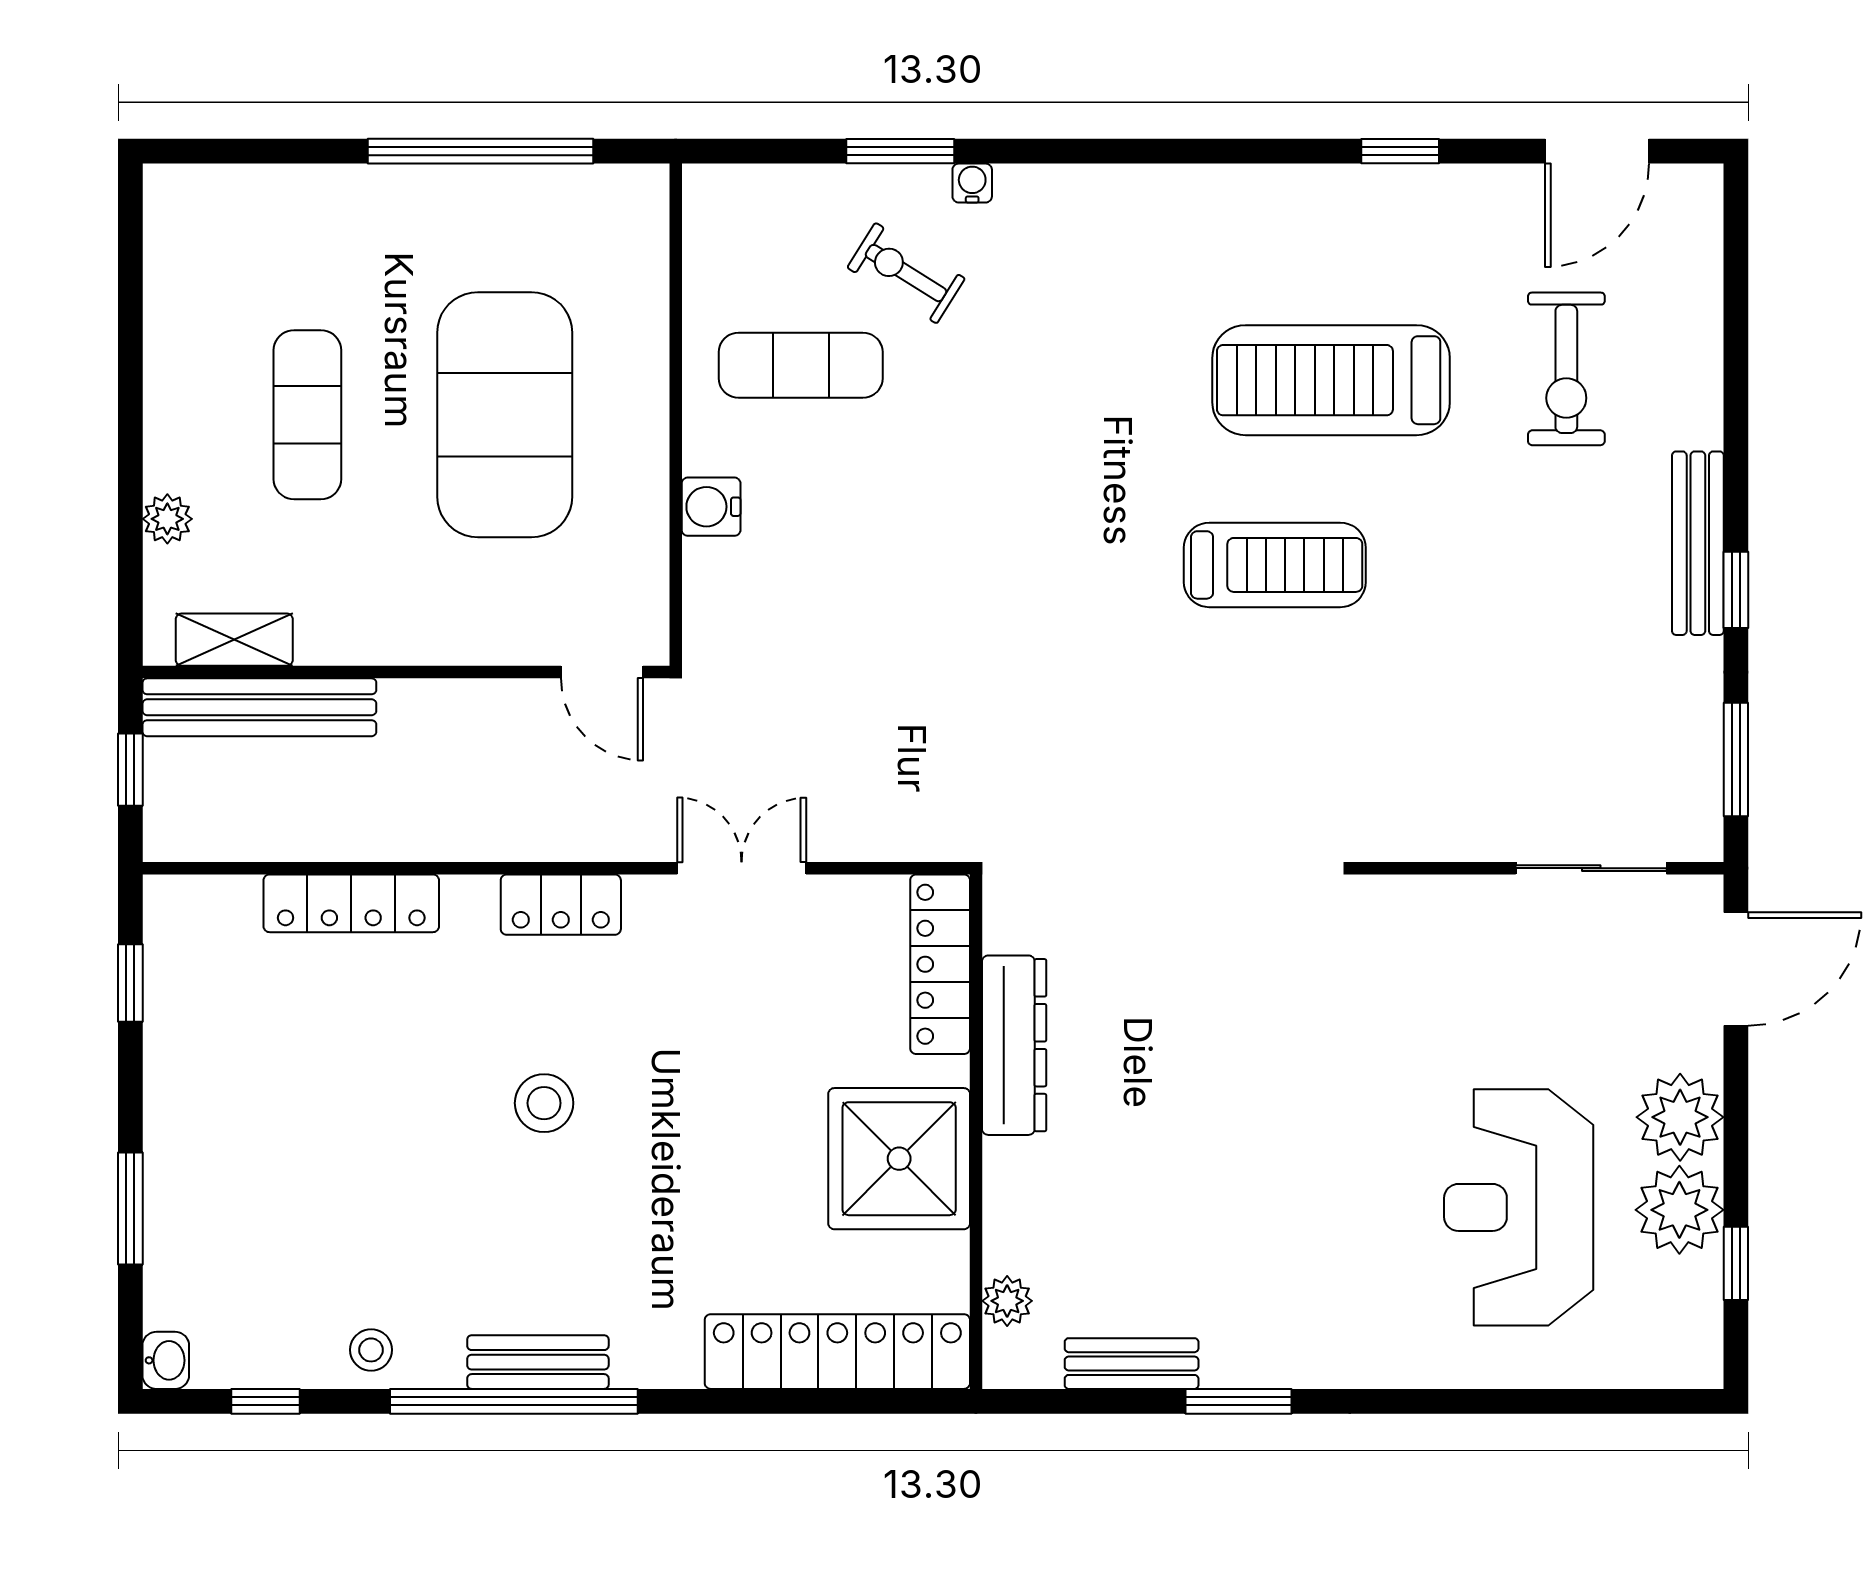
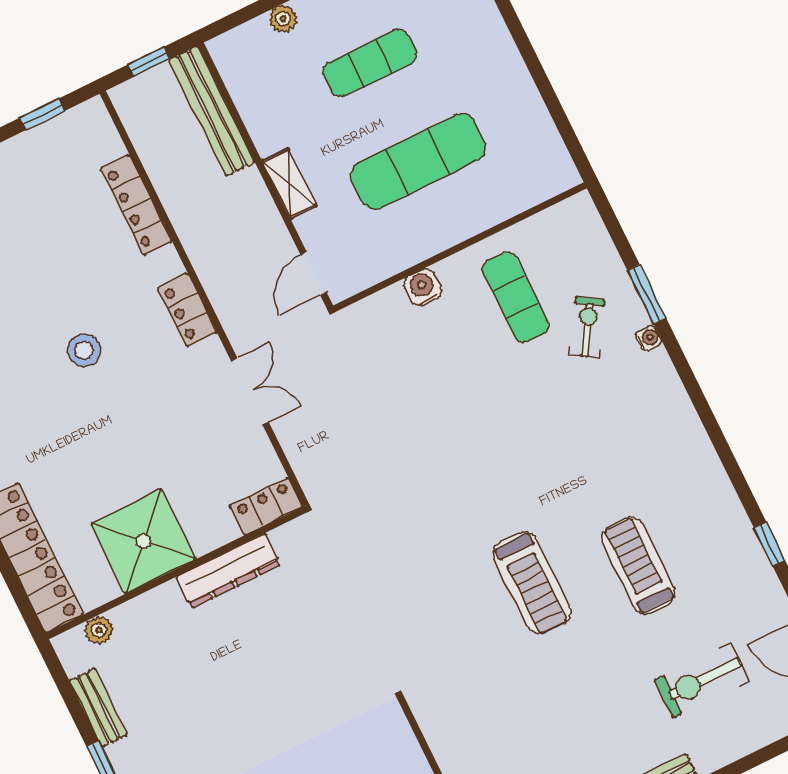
window: (481, 151) -> (544, 85), removed
treadmill: (1331, 380) -> (638, 566), width x0.73, depth x0.73
exercise mat: (505, 415) -> (418, 162), width x0.68
shelving: (234, 640) -> (289, 184), moved
locker: (940, 964) -> (266, 506), width x0.66

